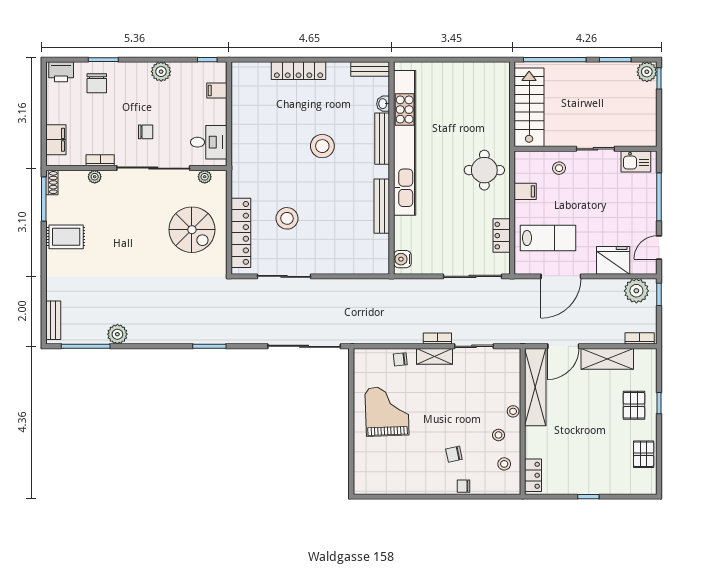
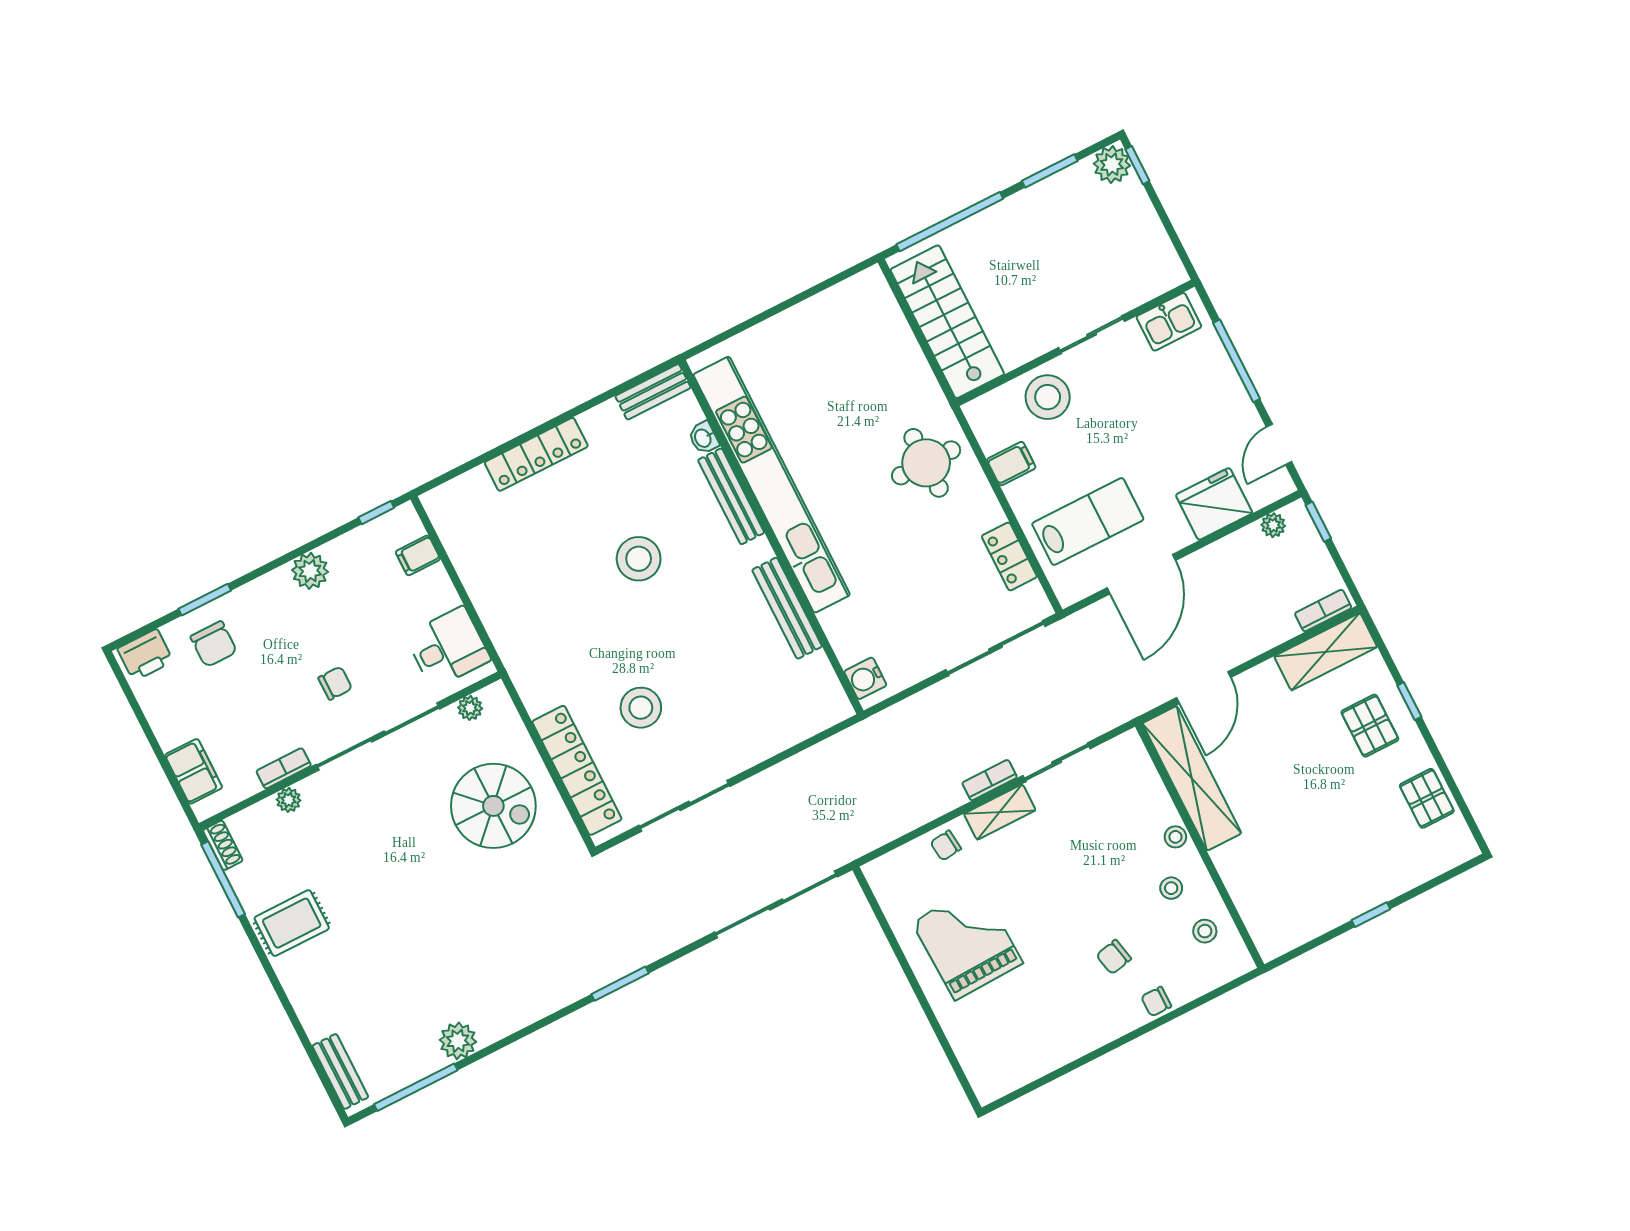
stool: (559, 168) -> (1048, 397), width x1.89, depth x1.89
plant: (636, 291) -> (1273, 525), width x0.53, depth x0.53
shelving: (607, 359) -> (1326, 652), moved
locker: (533, 475) -> (1262, 926), removed

